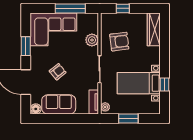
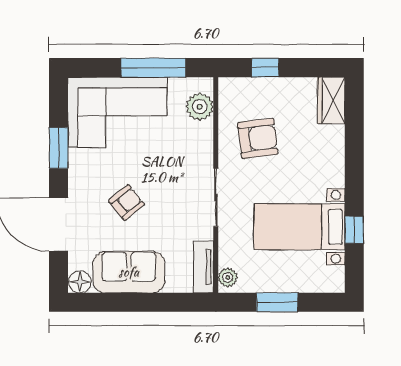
wardrobe: (154, 29) -> (331, 100), width x0.67
plant: (92, 40) -> (200, 107), moved

